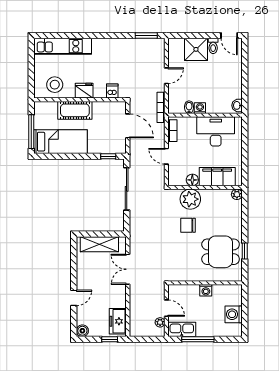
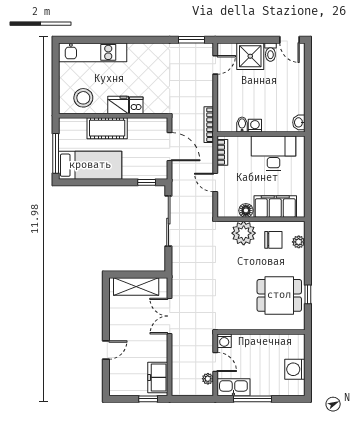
door: (166, 76) -> (215, 65), moved
dishwasher: (112, 91) -> (136, 105), moved
plant: (237, 194) -> (299, 242), moved
chair: (188, 225) -> (273, 240), moved, turned 180
washing machine: (206, 290) -> (224, 341), moved
boiler: (82, 331) -> (116, 389), removed

